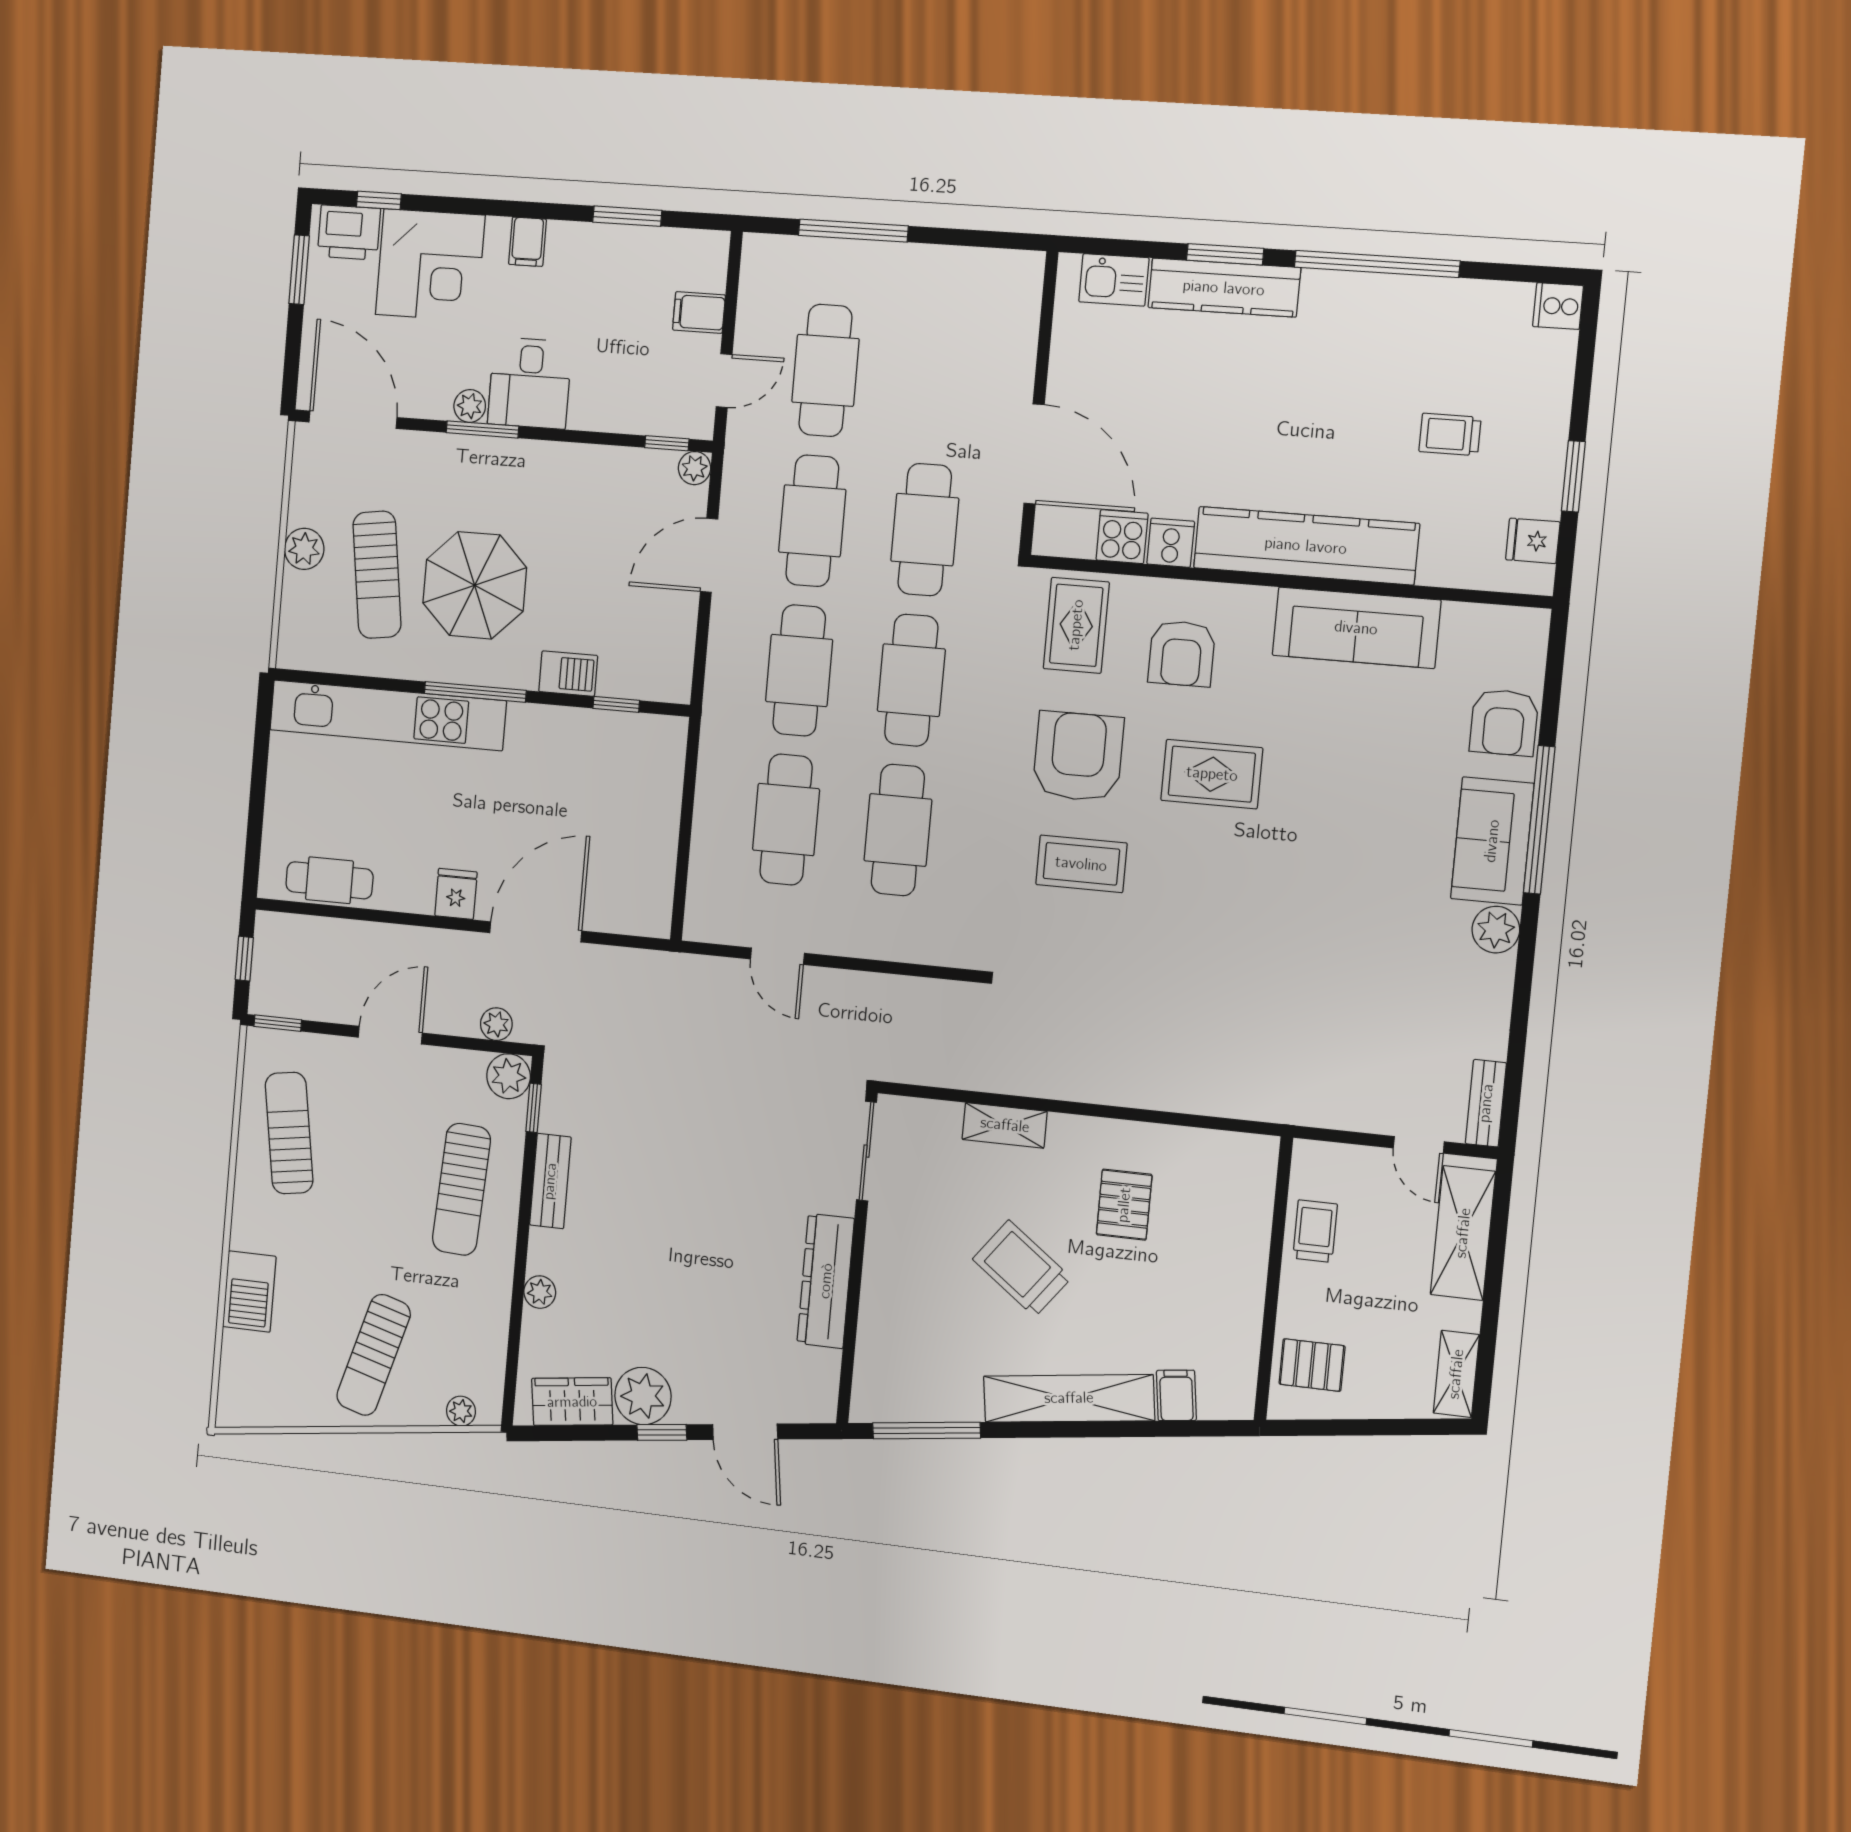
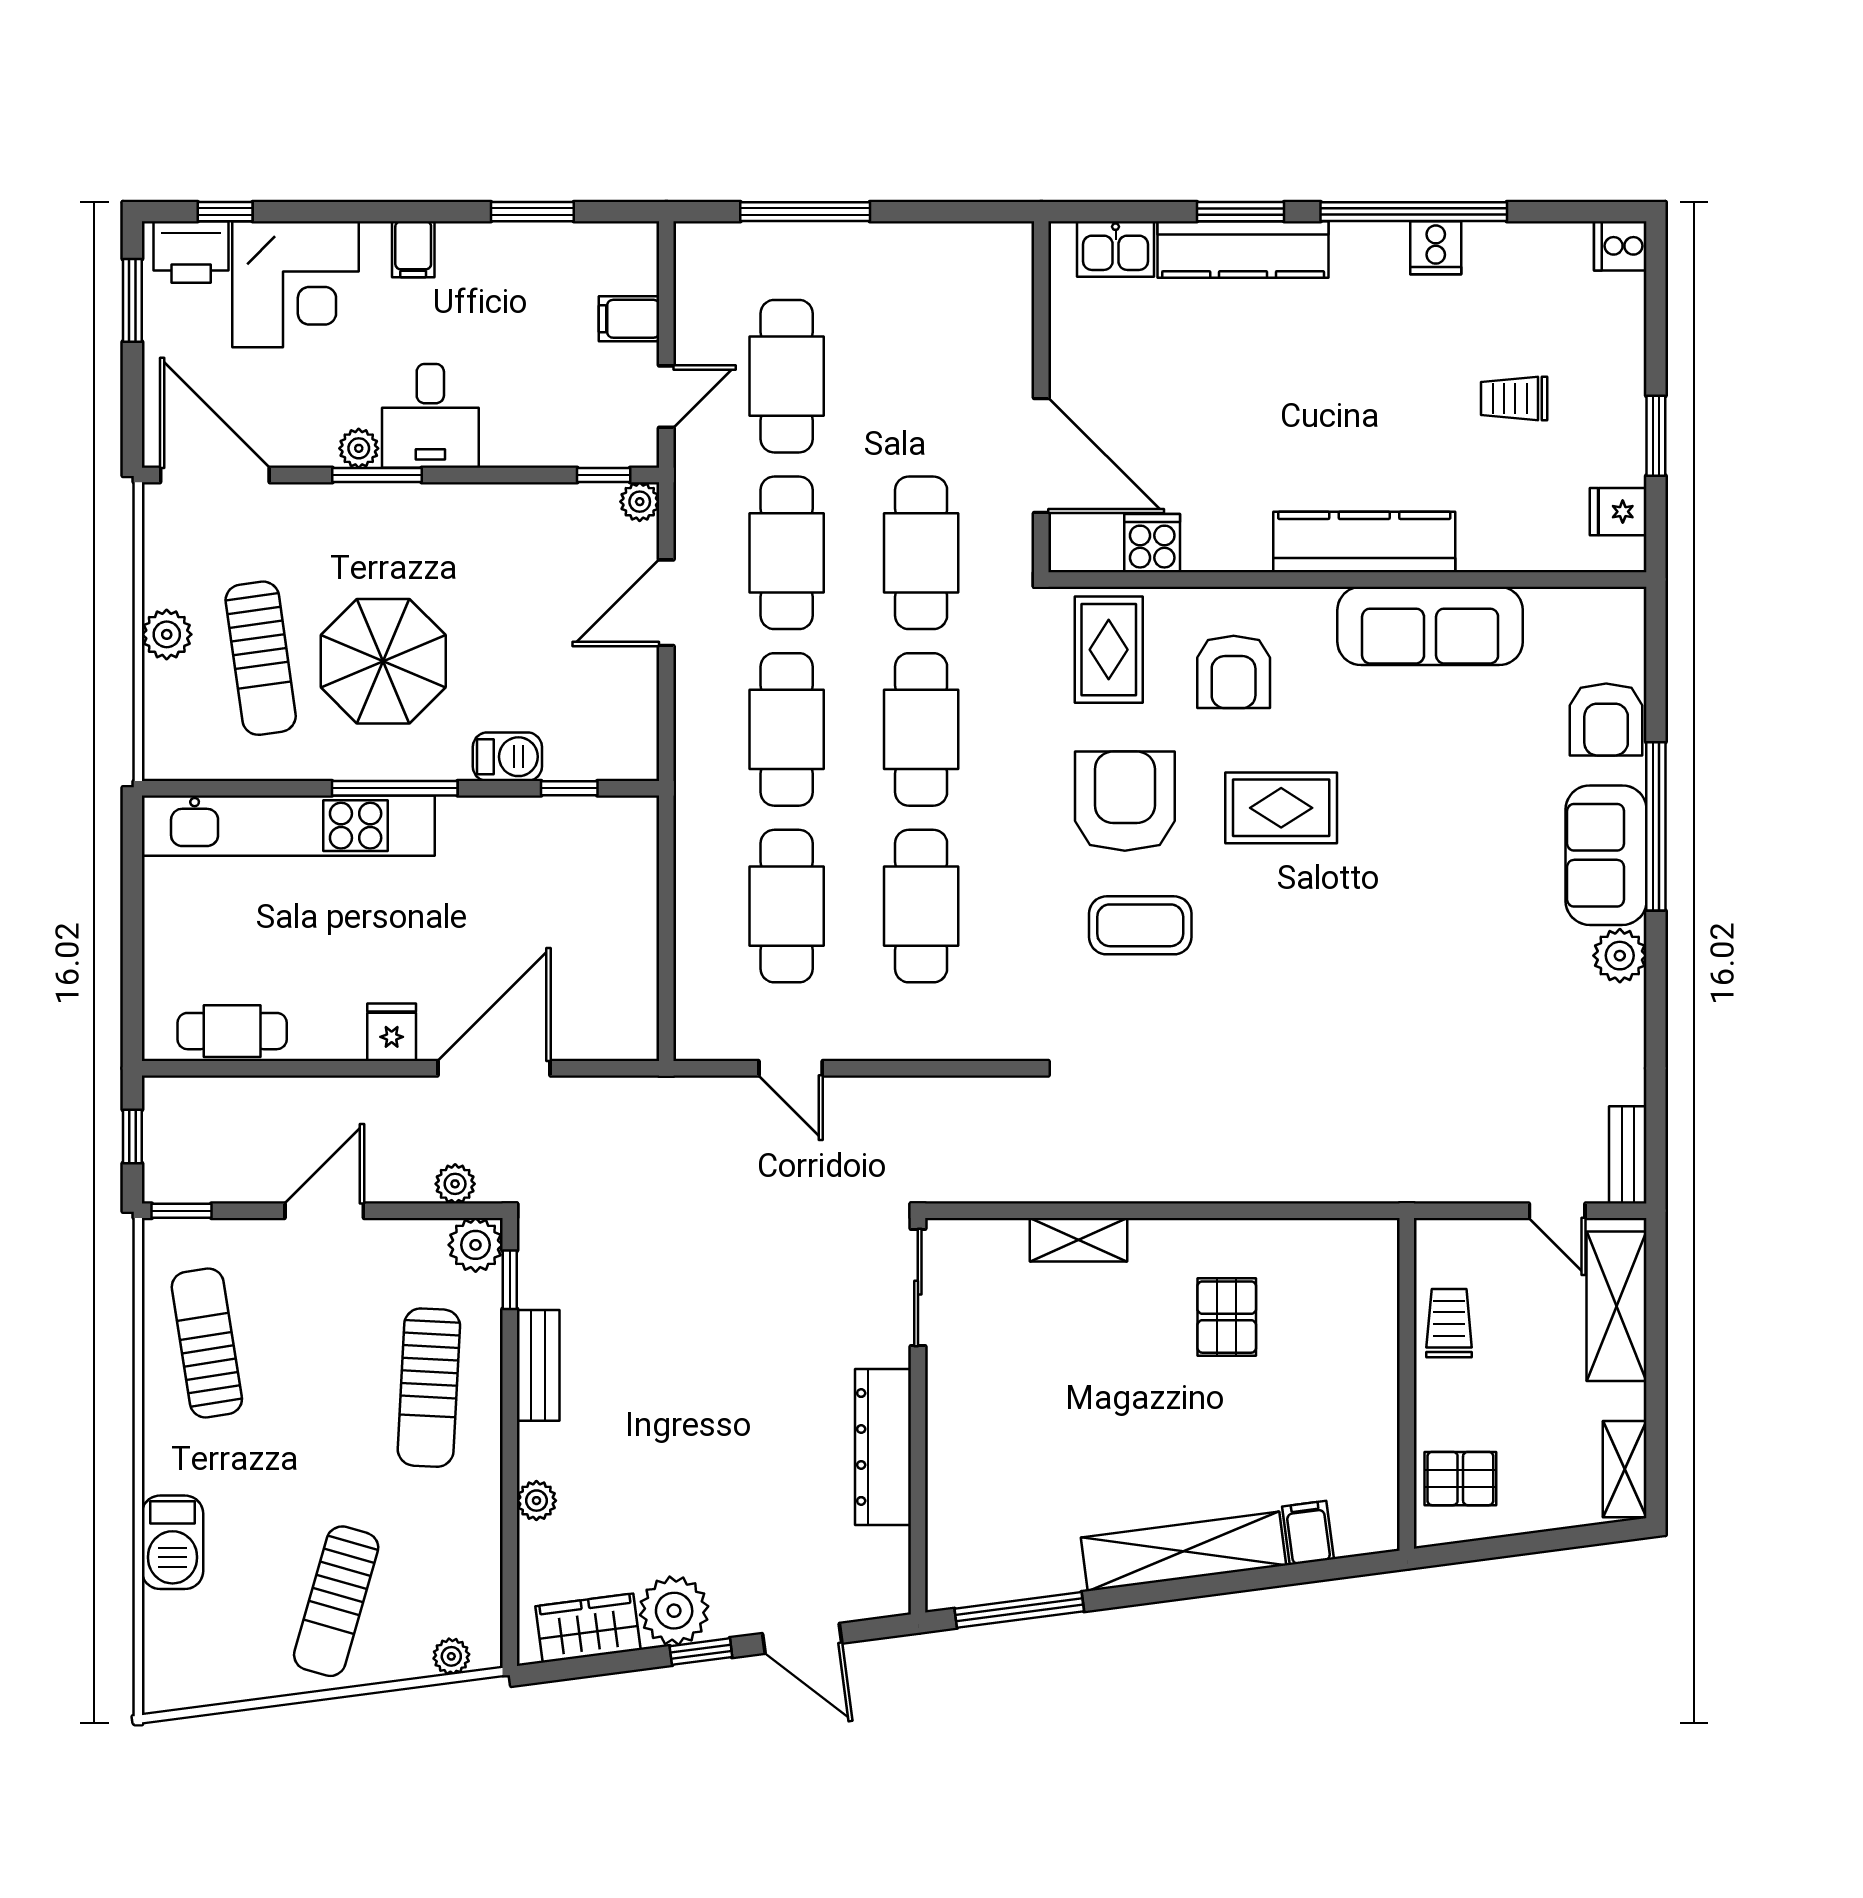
cooker: (1171, 543) -> (1436, 248), moved, turned 180
kitchen counter: (1306, 546) -> (1364, 542), width x0.72, depth x0.86
trolley: (1022, 1268) -> (1114, 1405), removed

